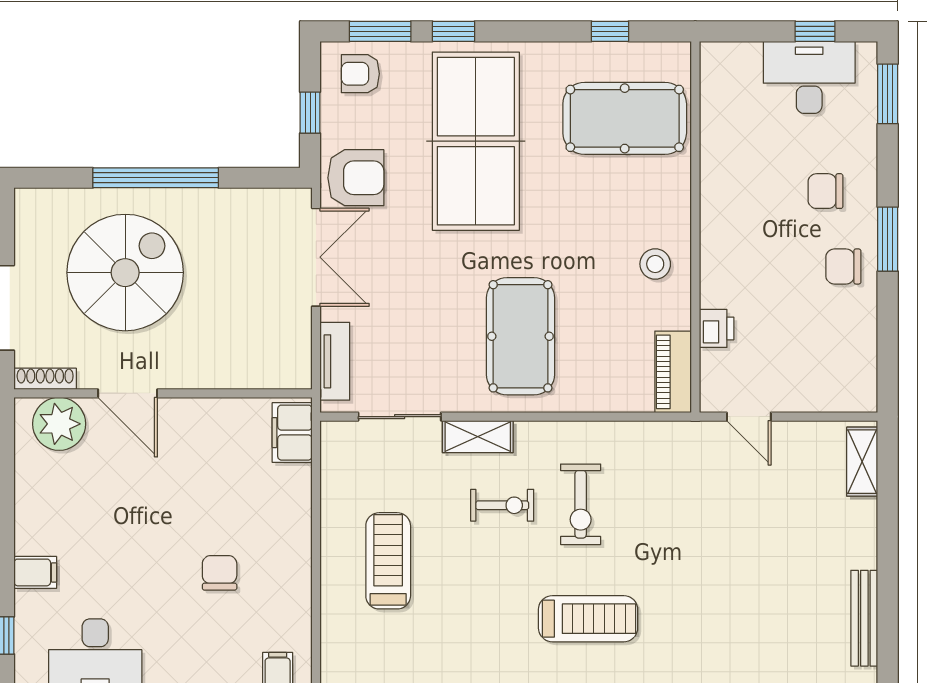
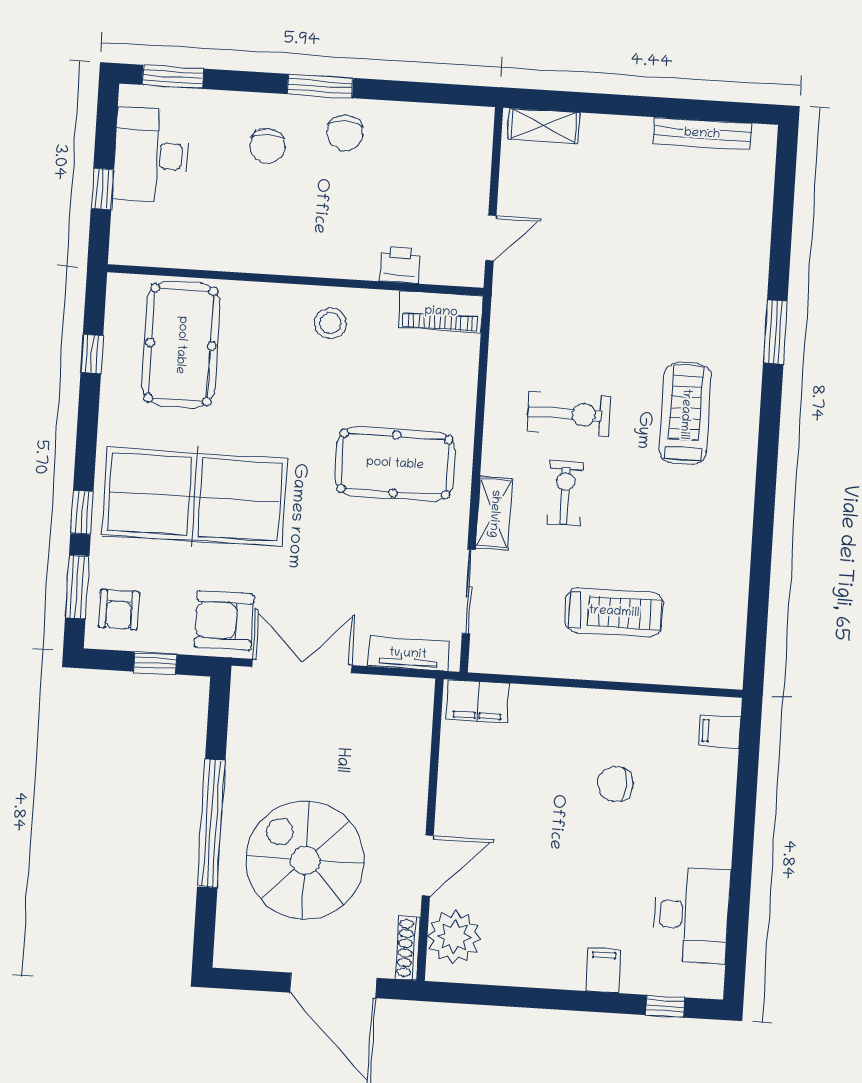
window: (815, 31) -> (102, 189), moved
armchair: (356, 178) -> (224, 621), turned -90
treadmill: (388, 561) -> (614, 612), turned 180

